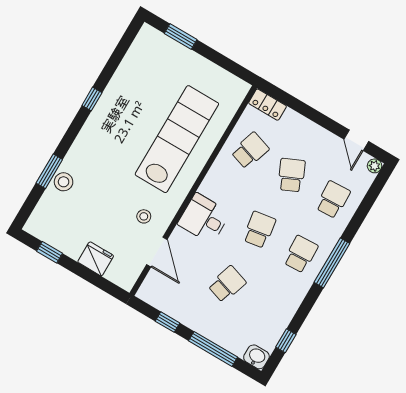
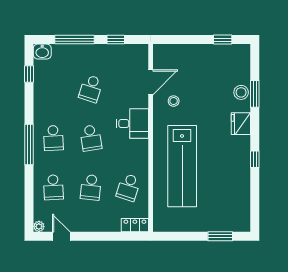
school desk: (291, 175) -> (91, 187), turned 30
door: (157, 252) -> (151, 82), swing flipped
fridge: (96, 259) -> (241, 124), moved, turned 90

